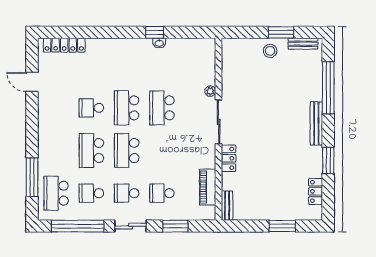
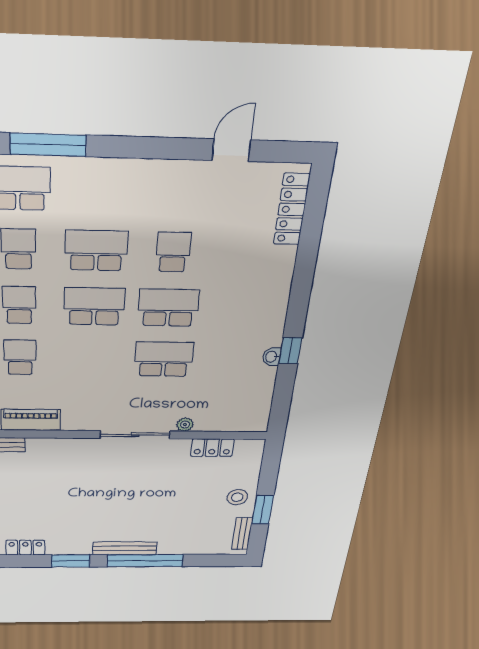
window: (328, 88) -> (145, 561), moved
locker: (228, 158) -> (212, 448), moved

